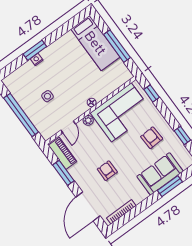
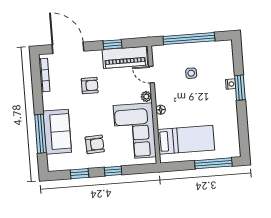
bed: (95, 43) -> (186, 140), moved, turned 180
window: (117, 46) -> (213, 163), moved
window: (152, 93) -> (113, 171), moved
piano: (62, 153) -> (125, 57), width x1.37, depth x1.33
window: (63, 173) -> (112, 44), width x0.67
window: (170, 186) -> (40, 134), width x1.44

